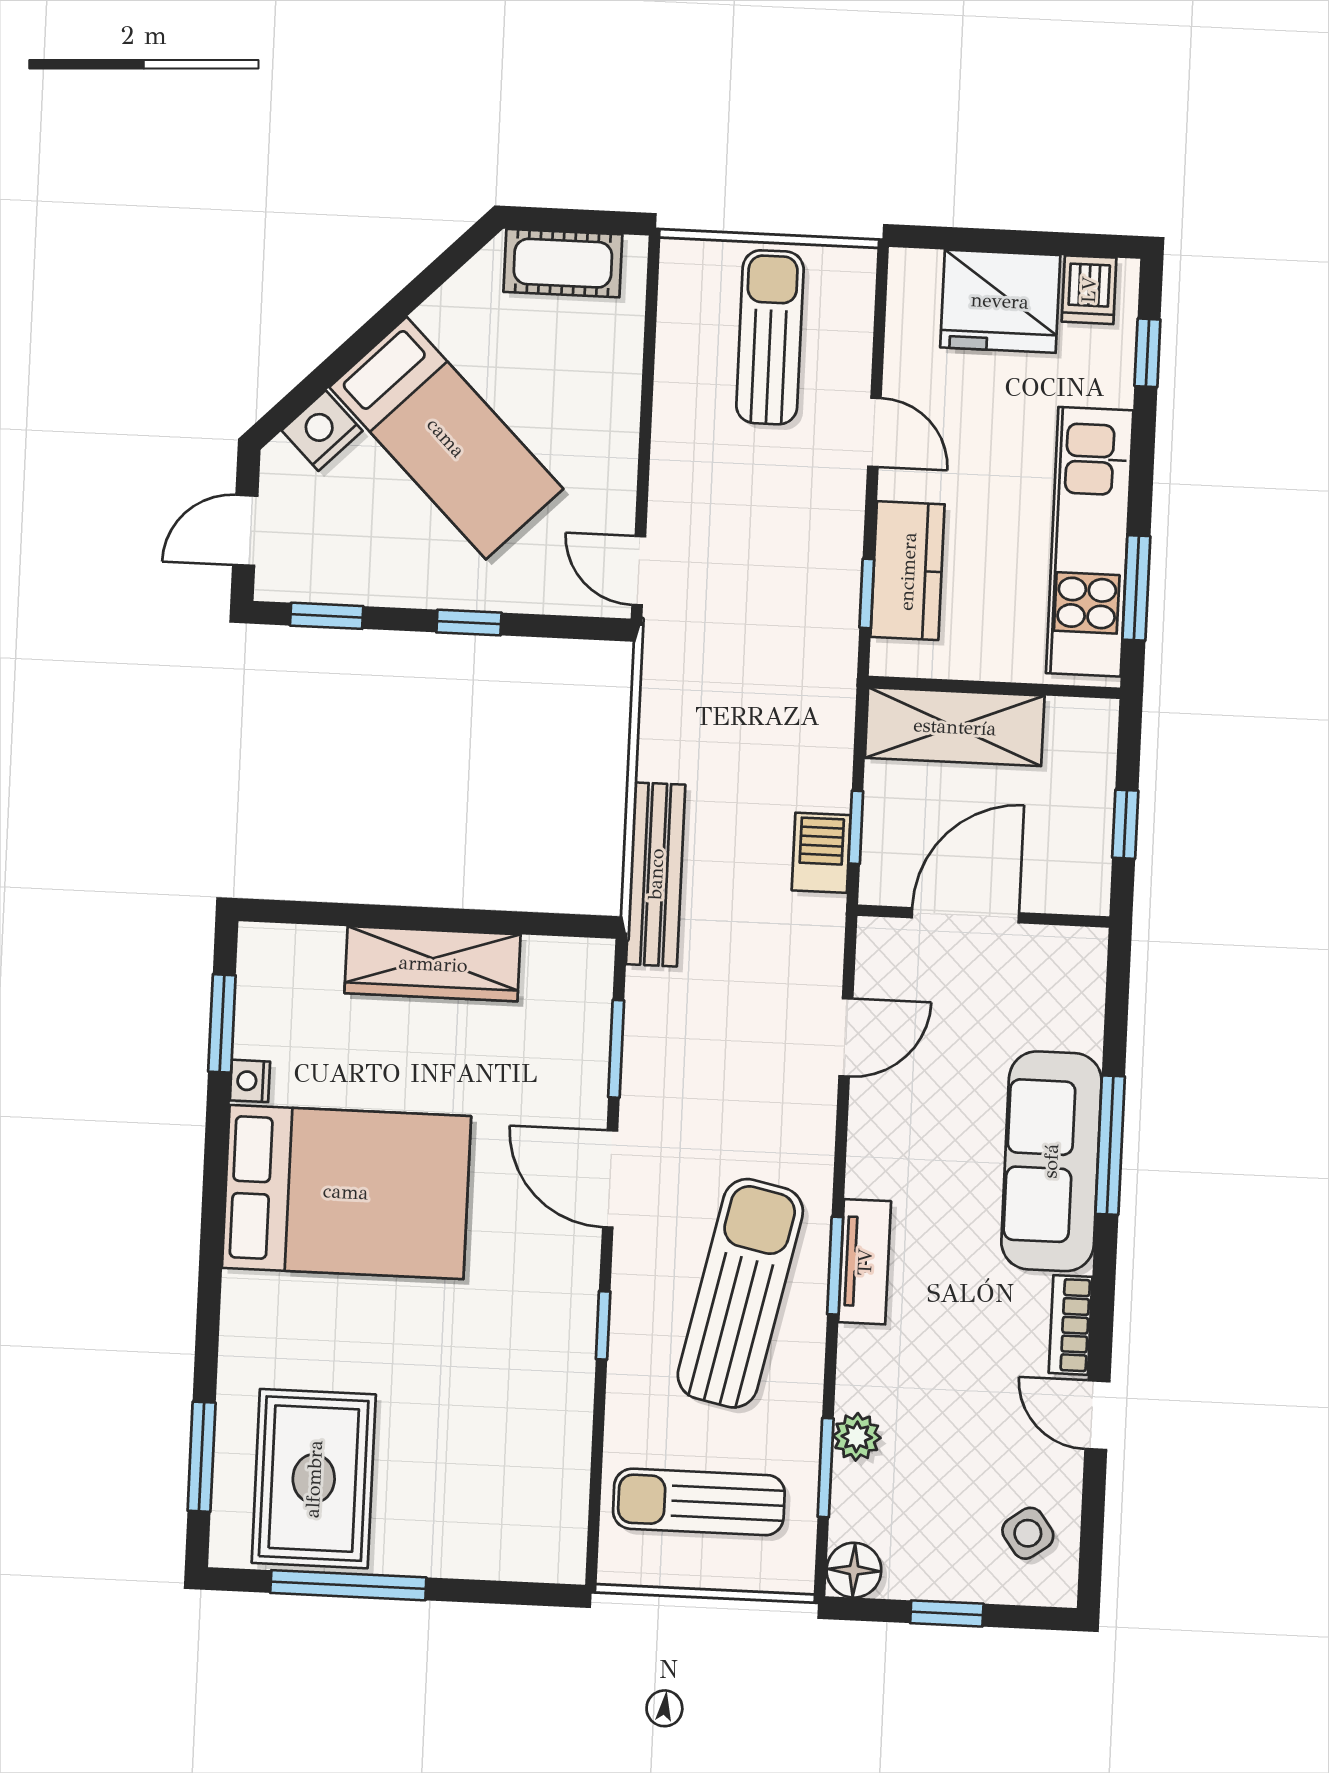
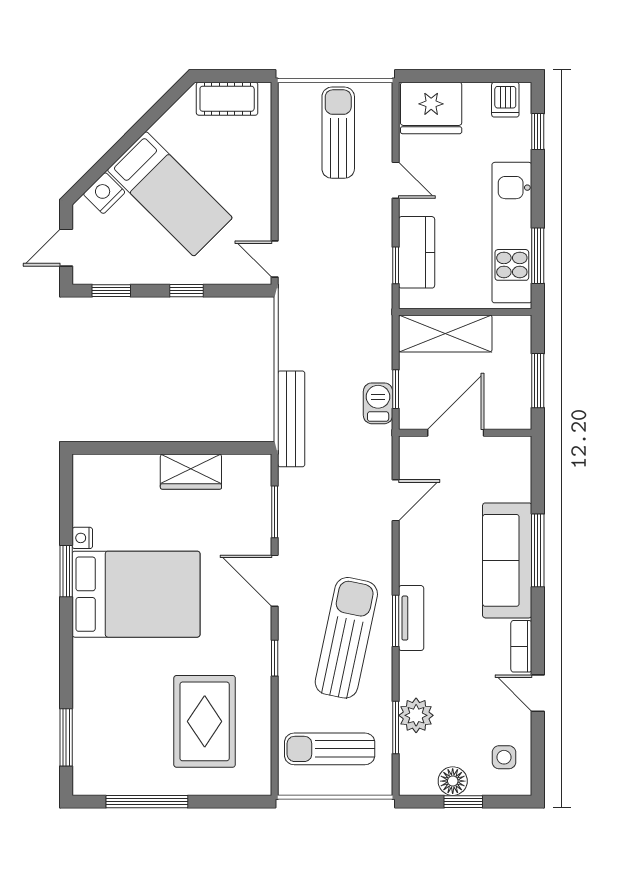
fridge: (1000, 301) -> (431, 108), moved
window: (1125, 824) -> (538, 381), width x1.50
wardrobe: (433, 964) -> (191, 472), width x0.67
window: (222, 1023) -> (66, 571), moved
plant: (857, 1437) -> (416, 715), width x1.38, depth x1.38
rug: (314, 1479) -> (205, 721), moved
side table: (1028, 1533) -> (504, 757), turned 36
floor lamp: (854, 1570) -> (453, 781), moved

